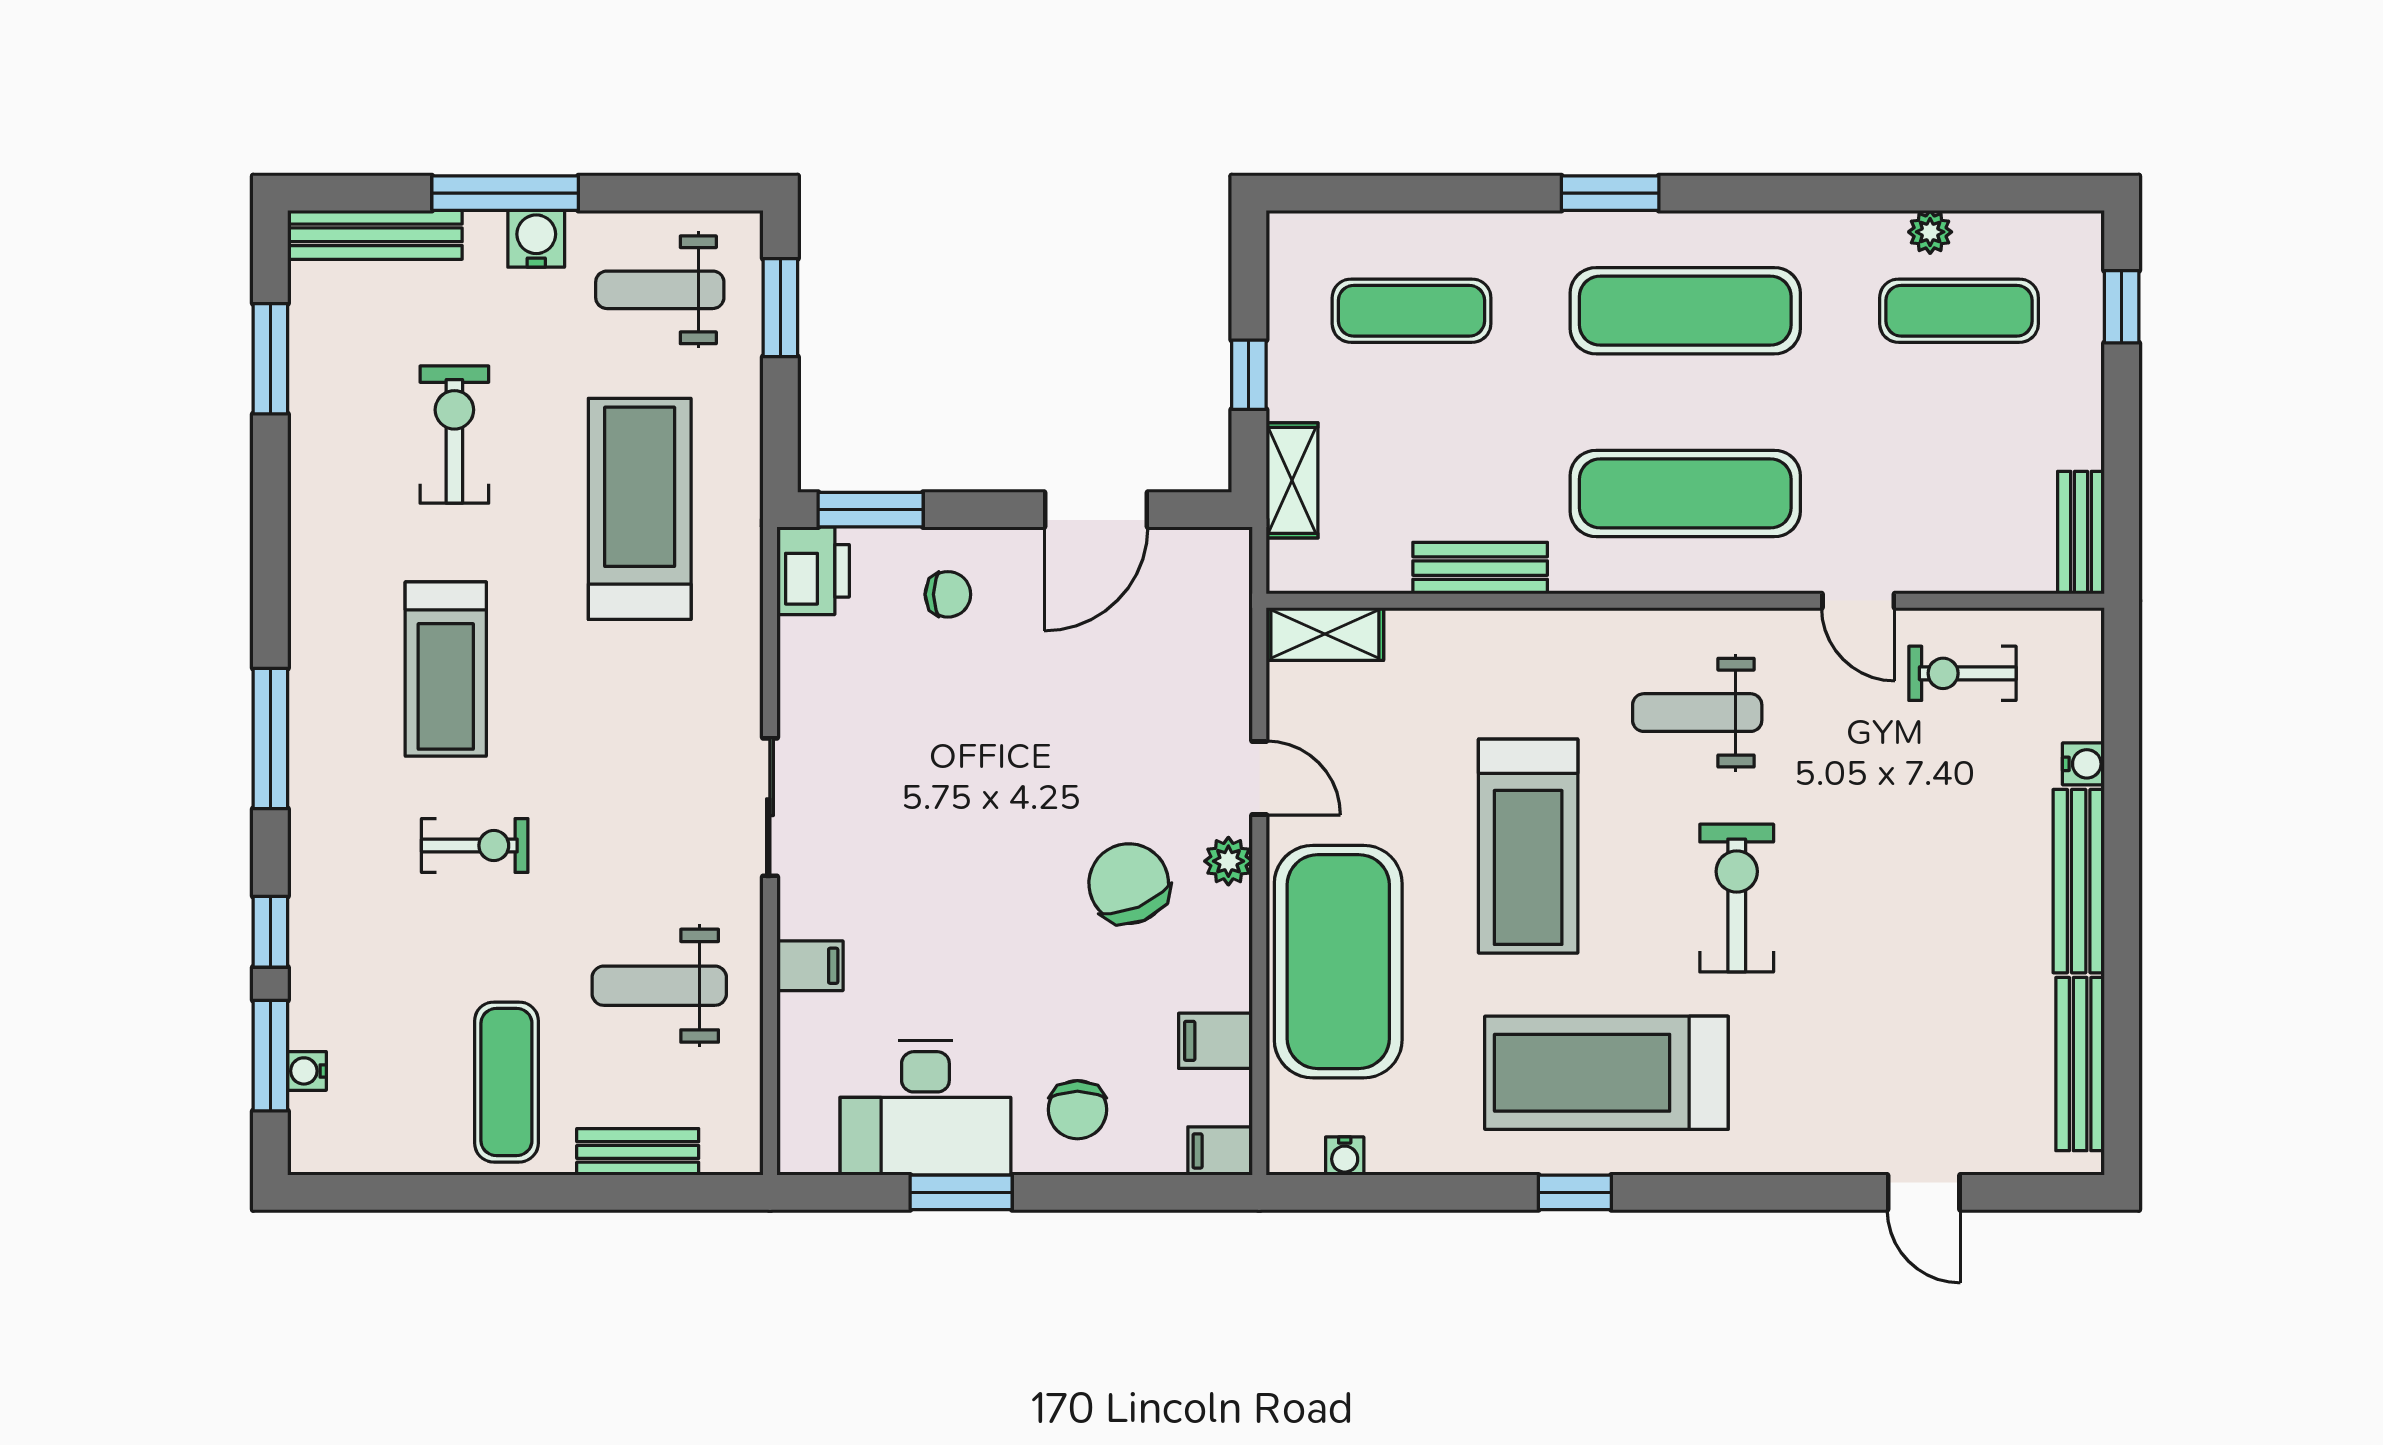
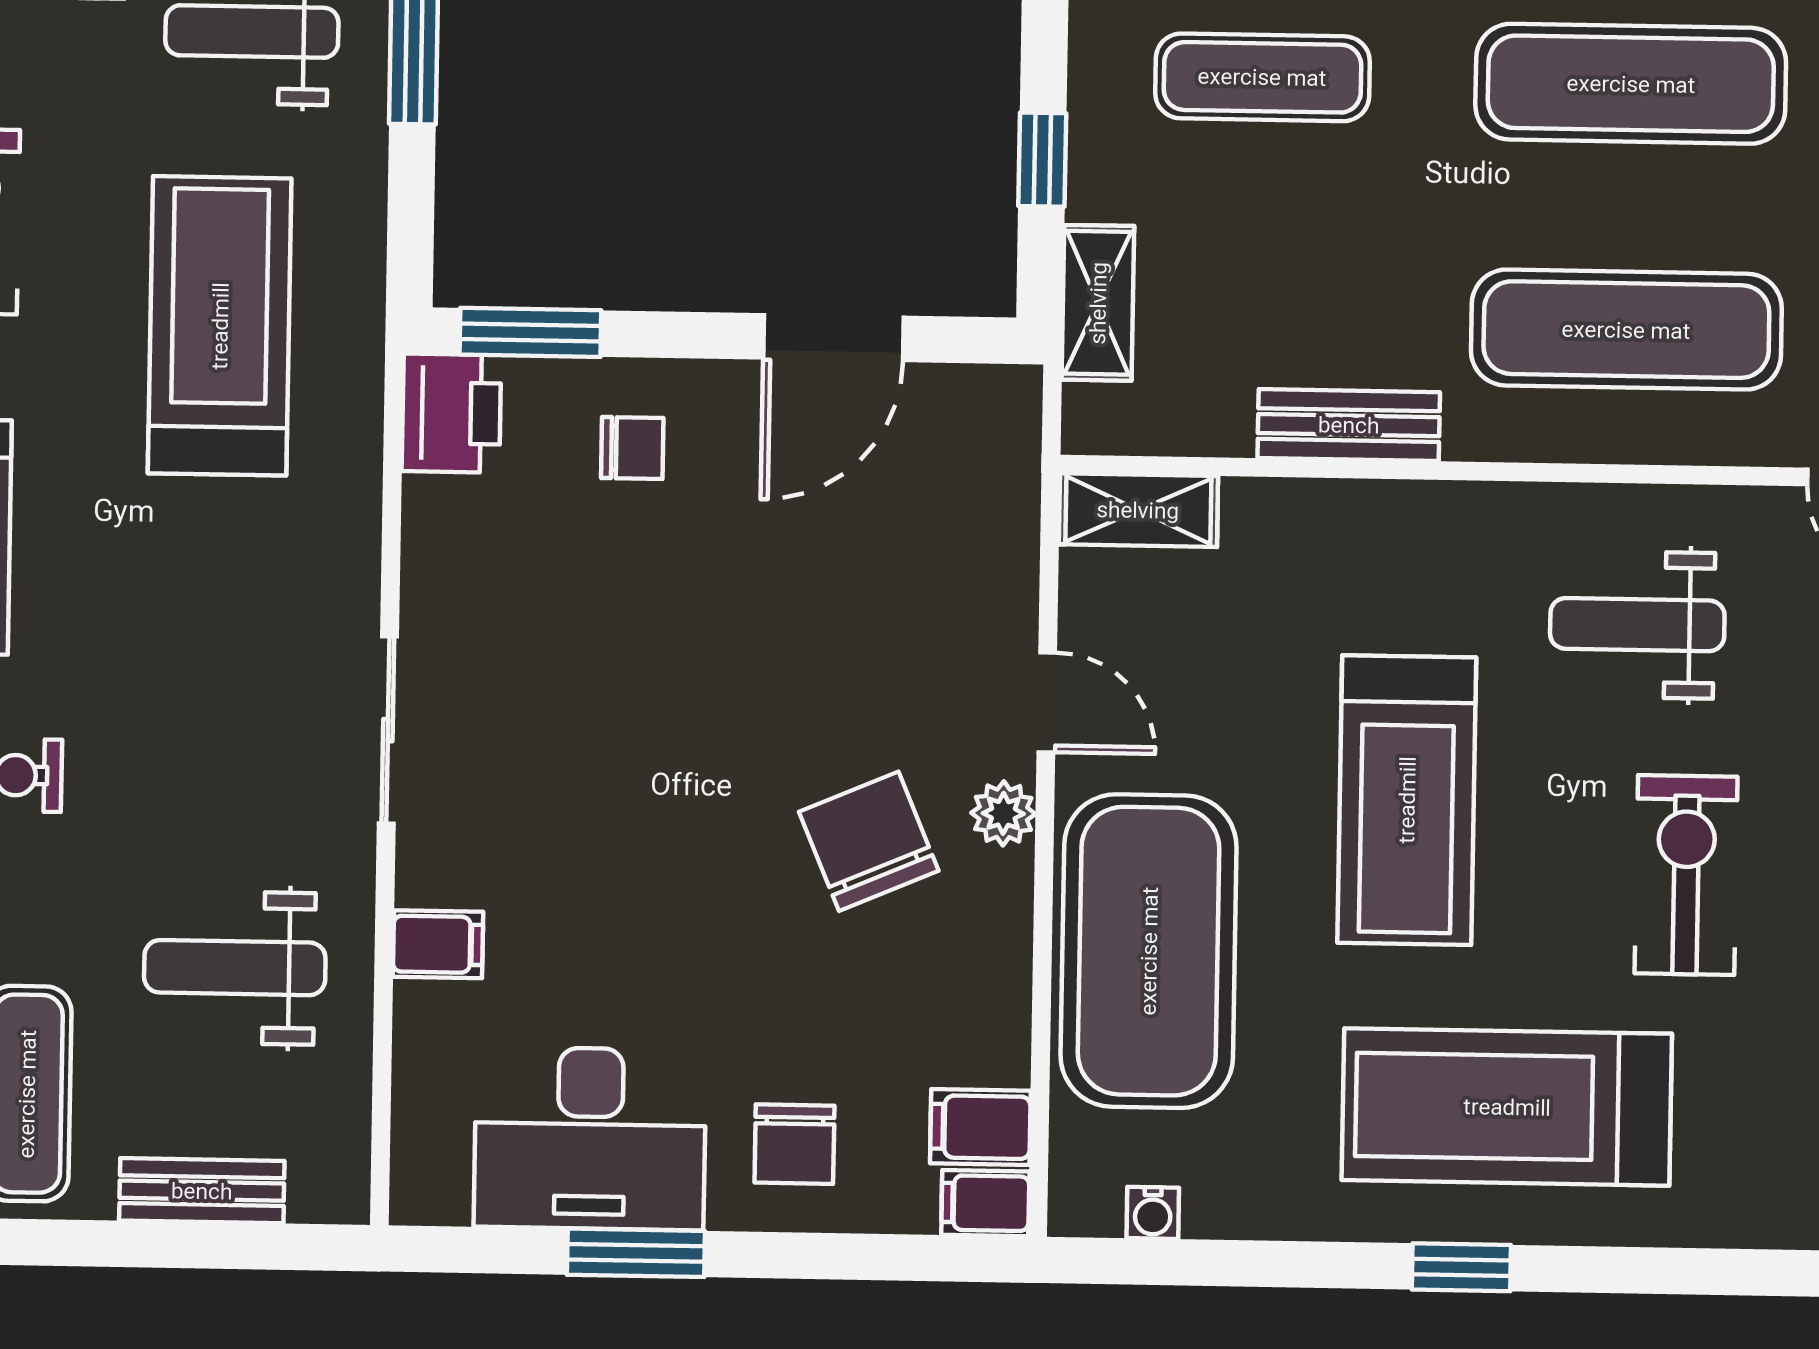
filing cabinet: (1215, 1041) -> (980, 1127), moved

